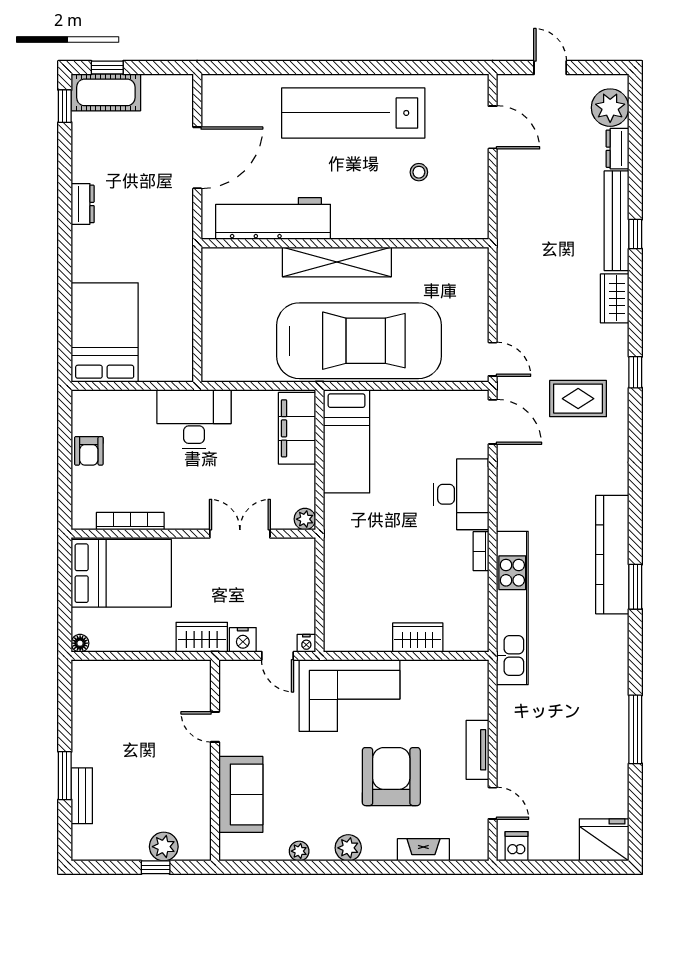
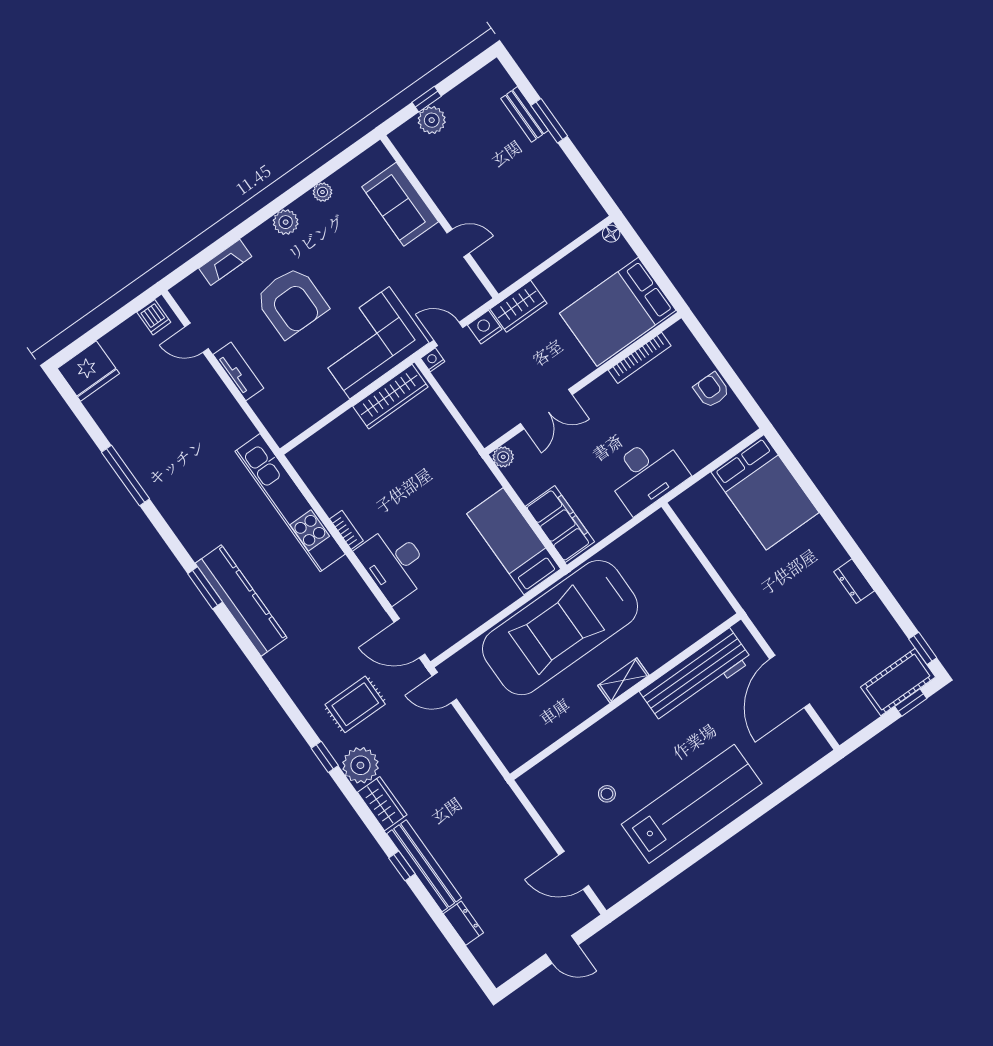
plant: (610, 108) -> (360, 765), moved
shelving: (337, 262) -> (623, 680), width x0.45, depth x0.75
wardrobe: (418, 637) -> (390, 397), moved, width x1.50

